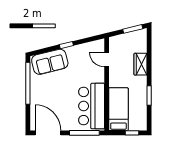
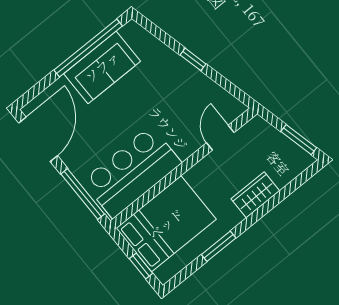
sofa: (50, 62) -> (102, 67), moved, turned -76
bed: (118, 109) -> (166, 224), width x1.50

